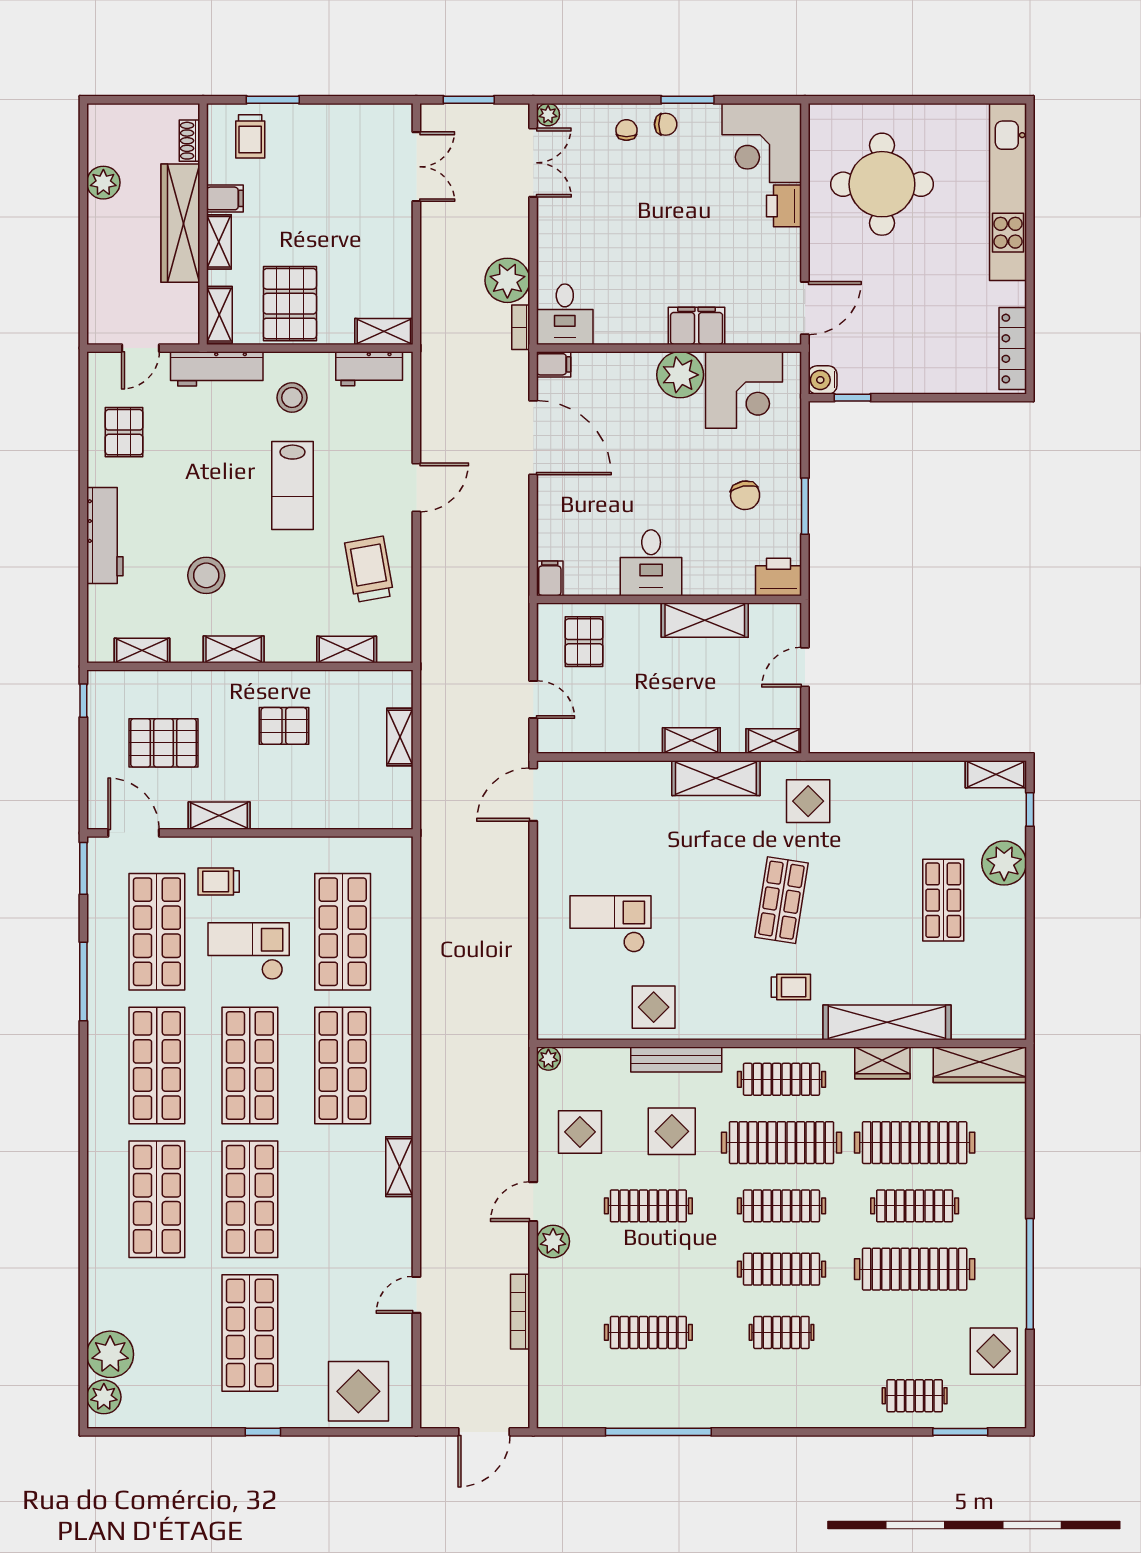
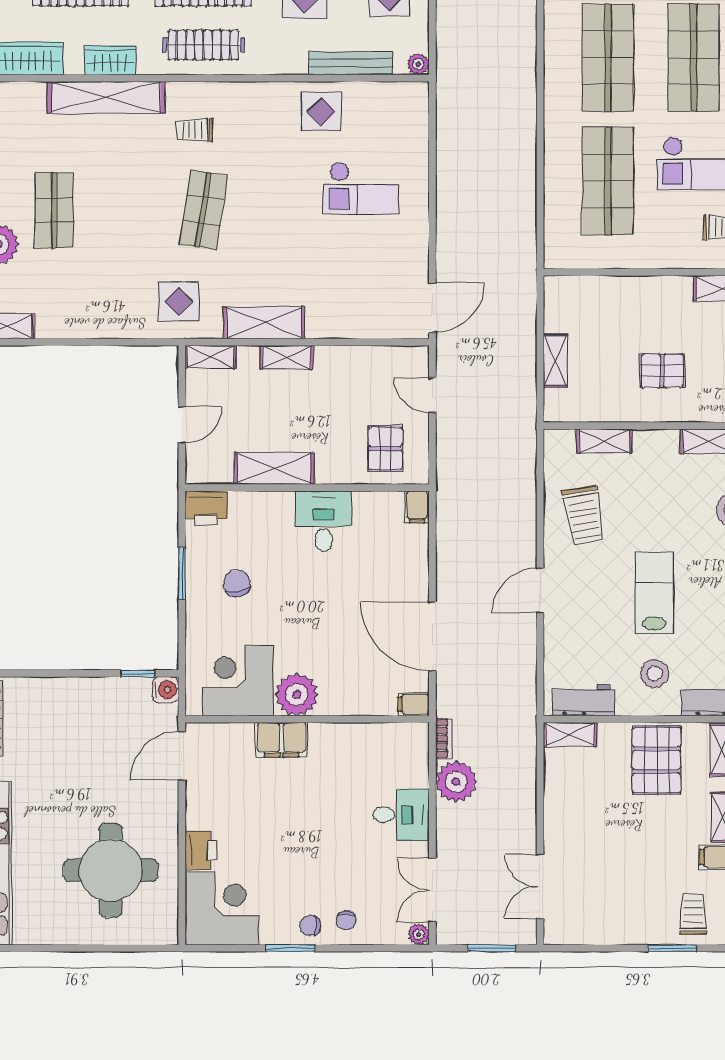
desk: (565, 314) -> (401, 815), moved, turned 90
bench: (676, 1059) -> (351, 63), moved

